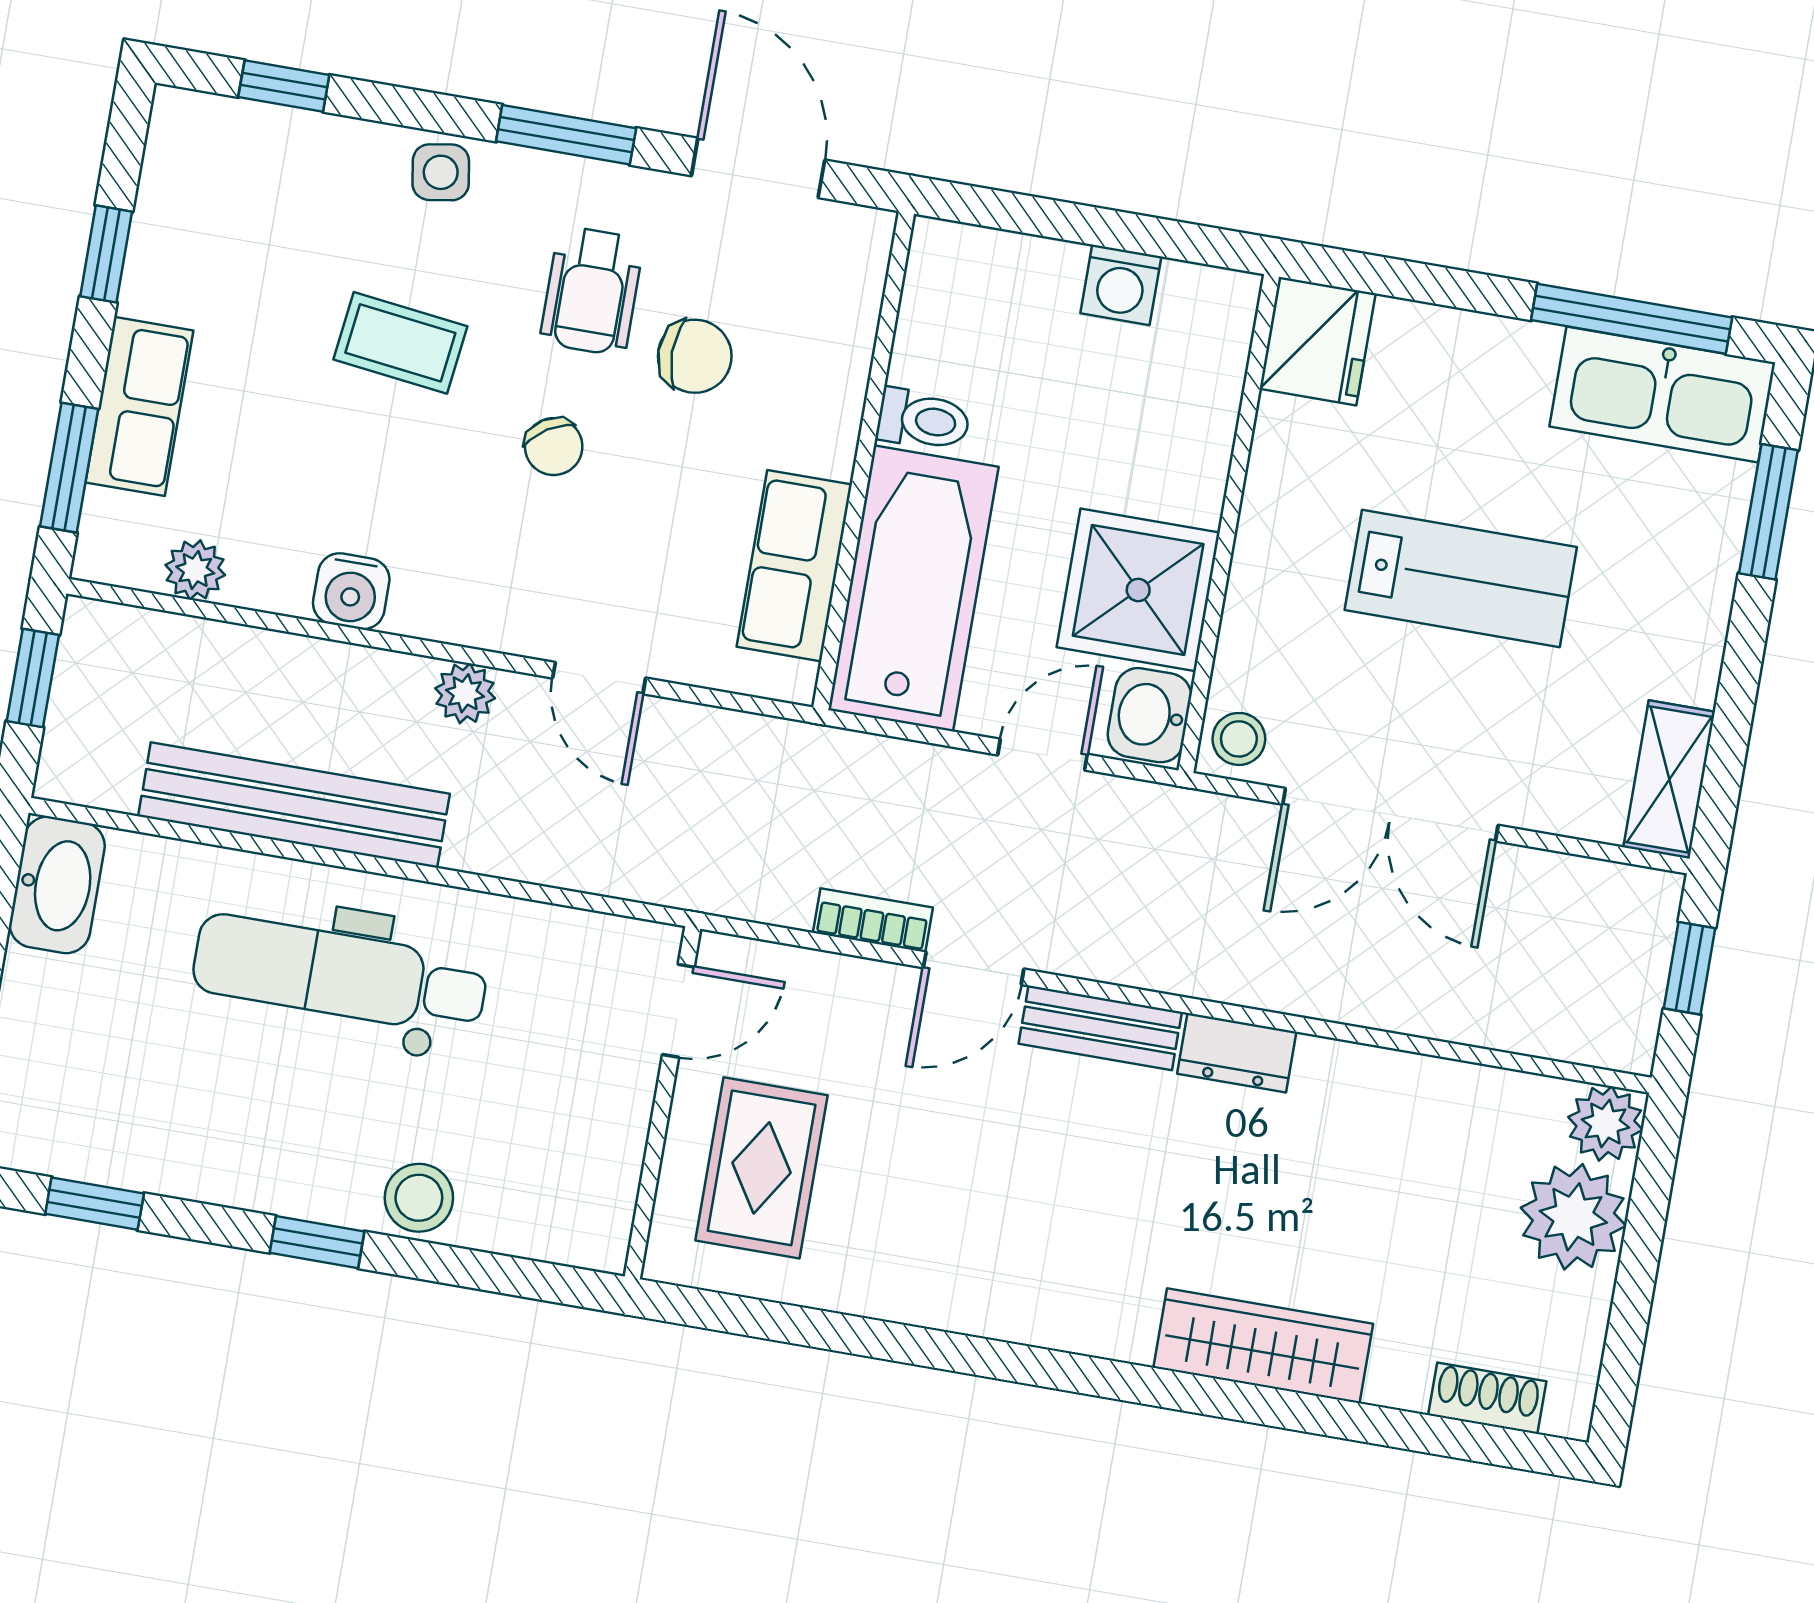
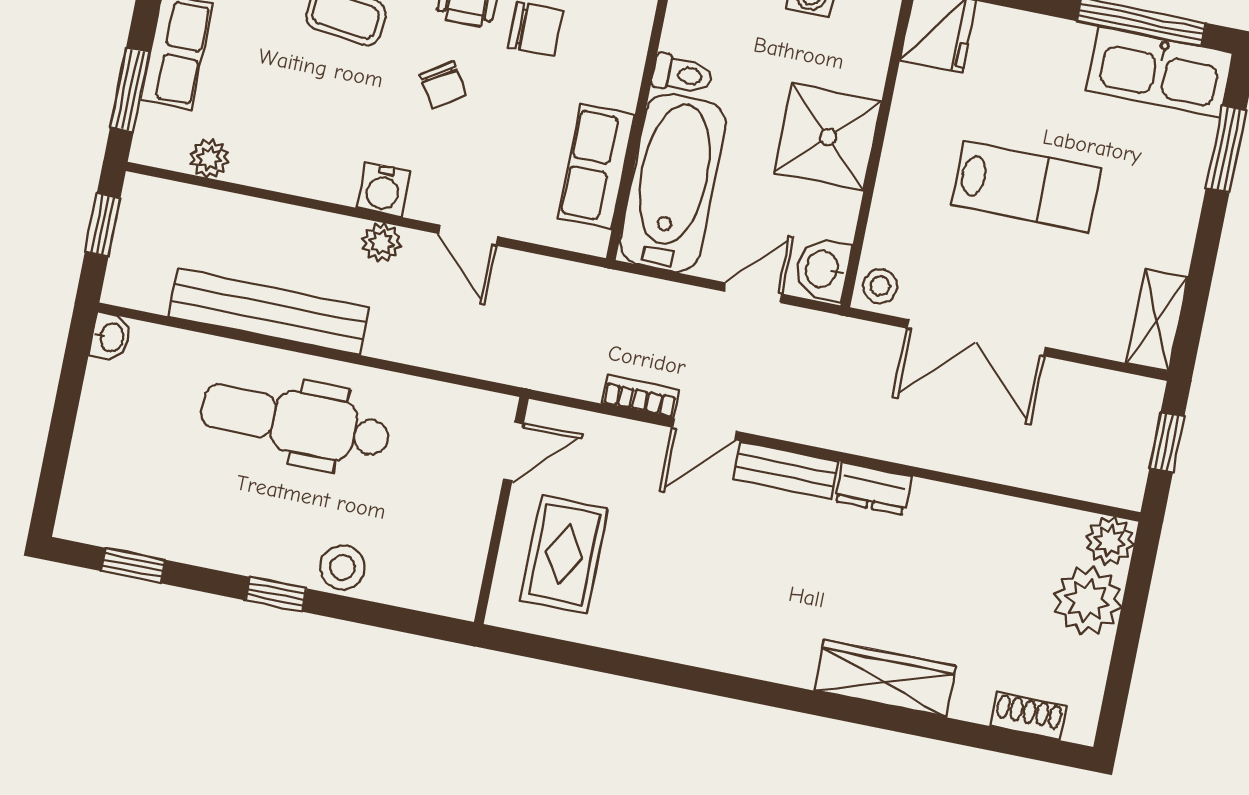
shower: (1138, 590) -> (828, 137), moved
water cooler: (351, 591) -> (383, 190), moved
washbasin: (57, 885) -> (111, 337), width x0.52, depth x0.69

